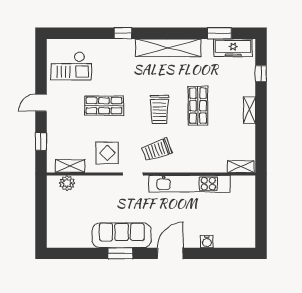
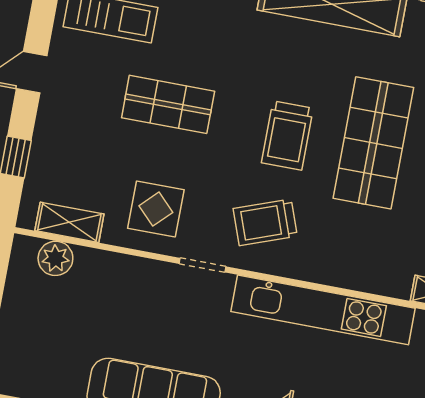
shop shelf: (198, 106) -> (373, 143), width x1.43, depth x1.36

